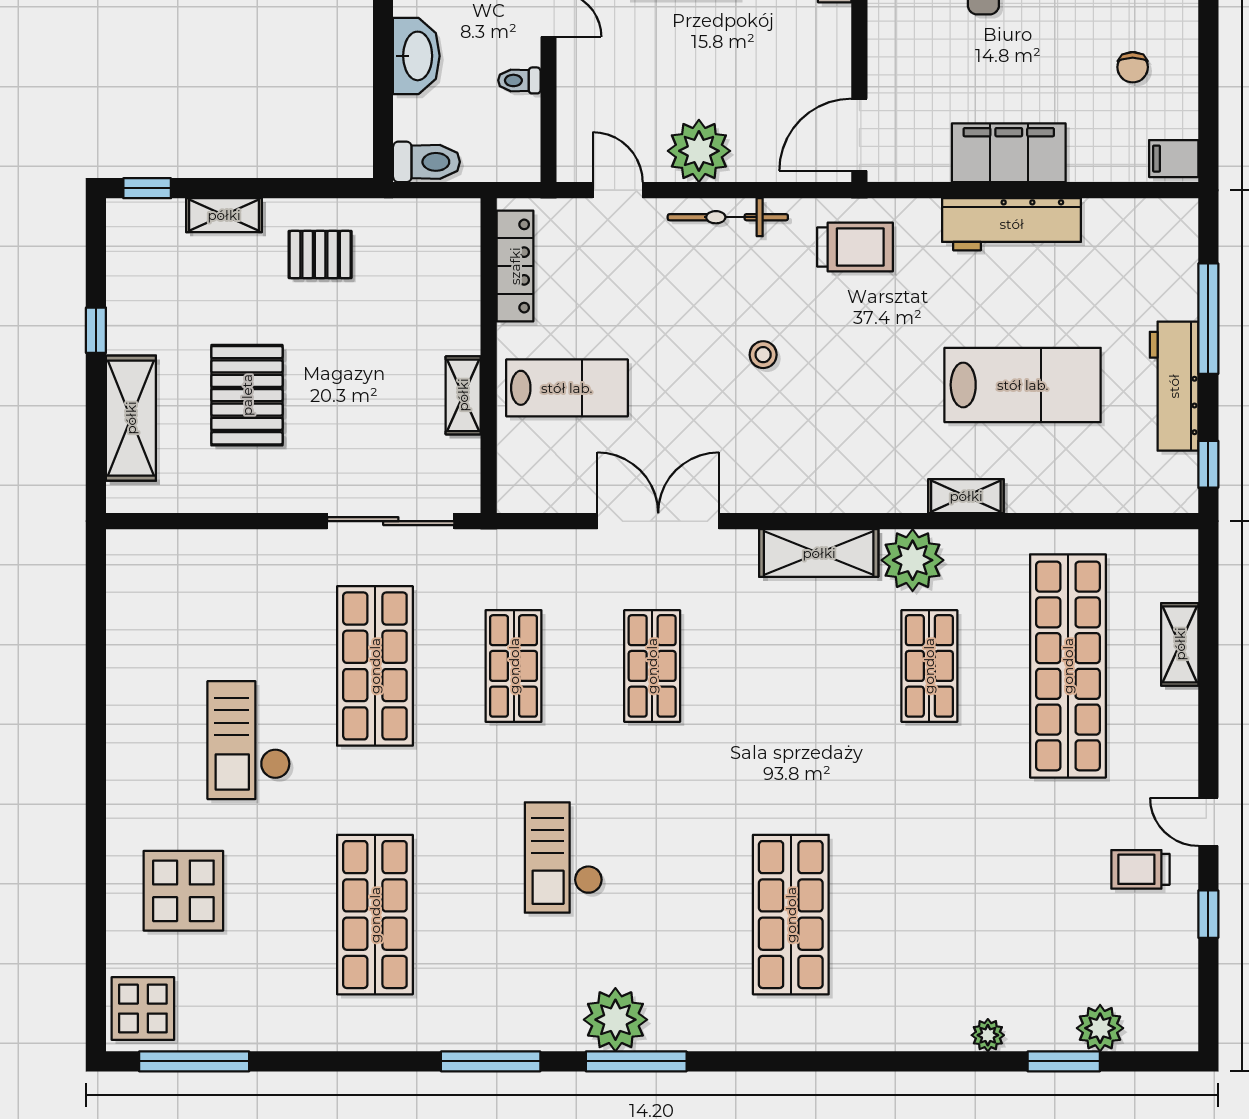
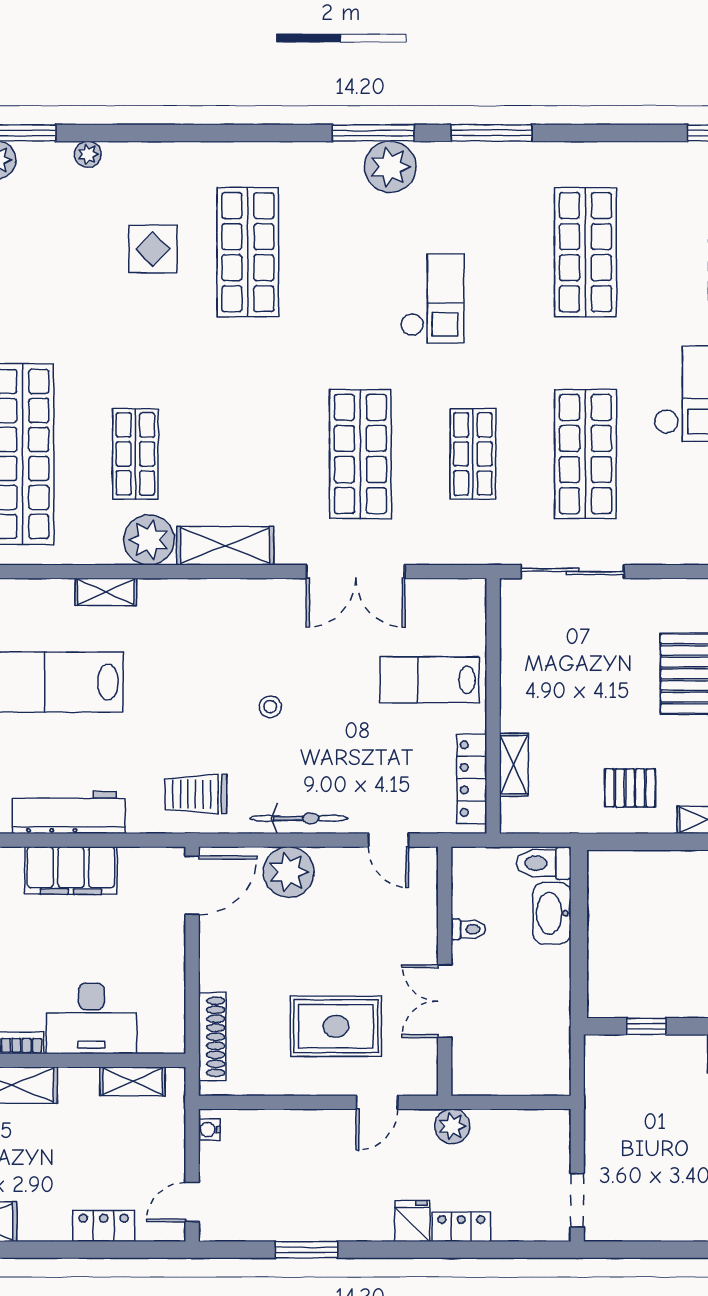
washbasin: (416, 56) -> (552, 913), moved
plant: (699, 151) -> (289, 872), moved
shelving: (463, 395) -> (514, 765), moved
shop shelf: (652, 666) -> (360, 454), width x1.43, depth x1.36
display table: (908, 918) -> (153, 249), added

